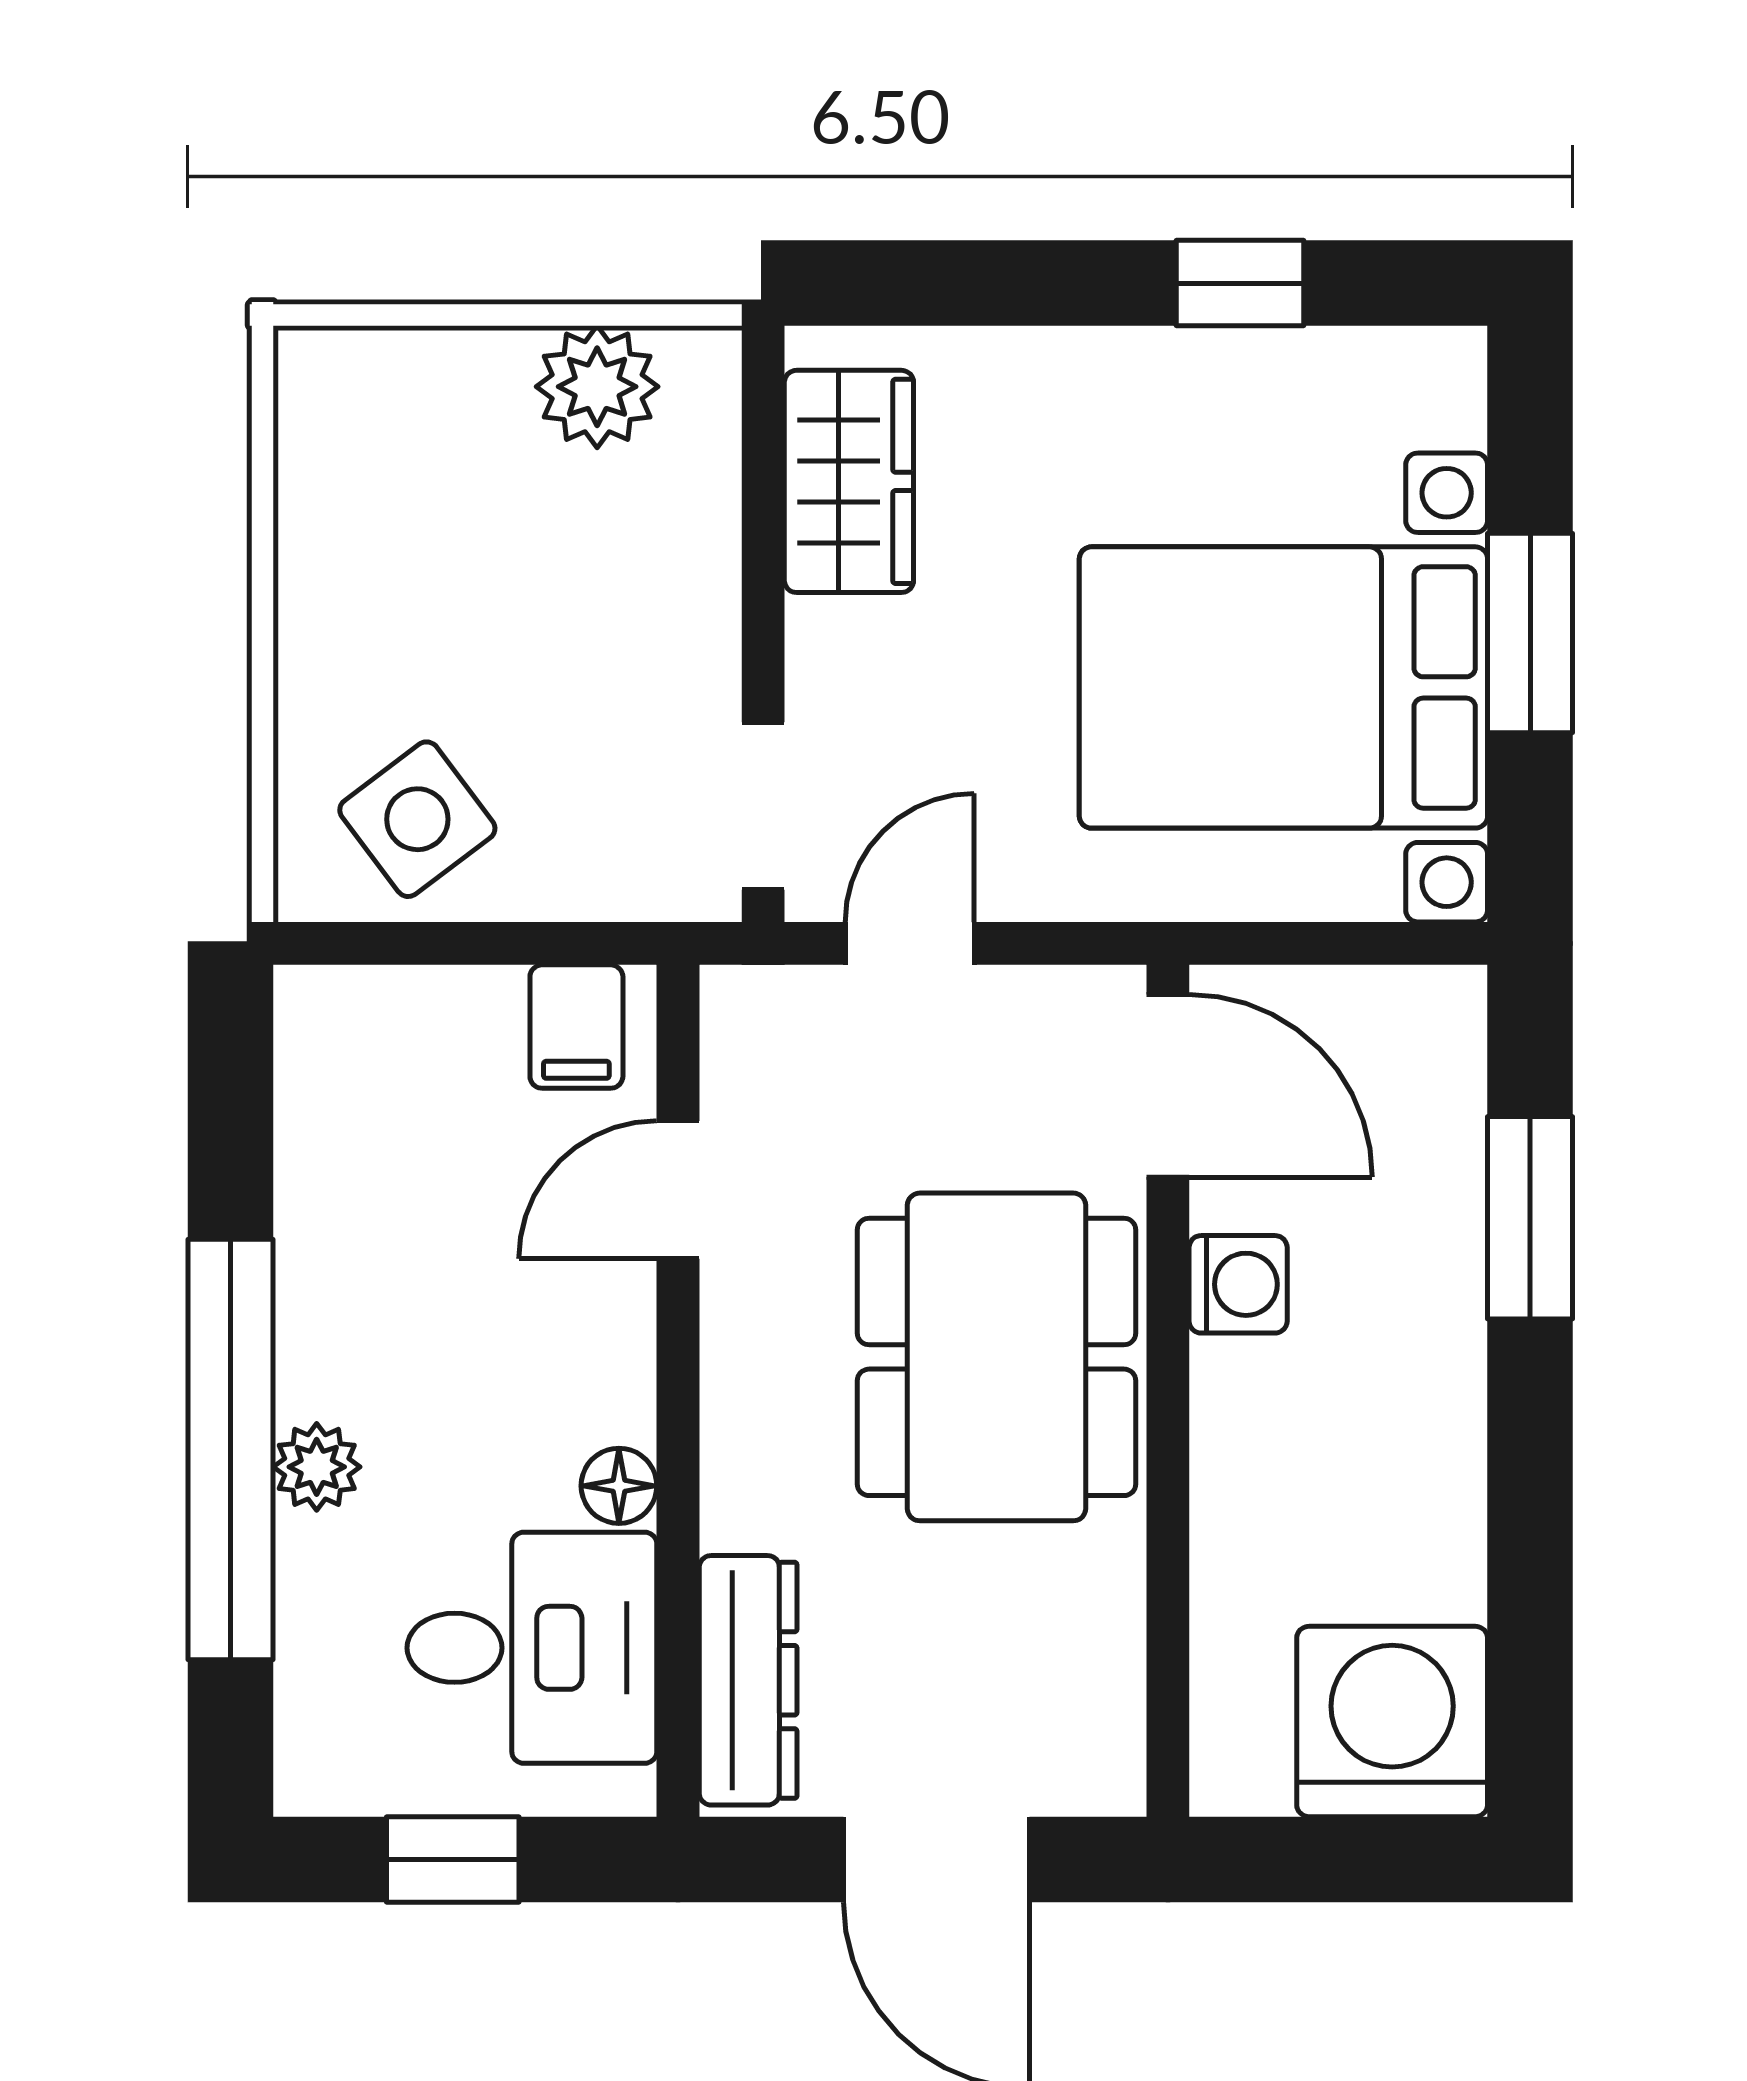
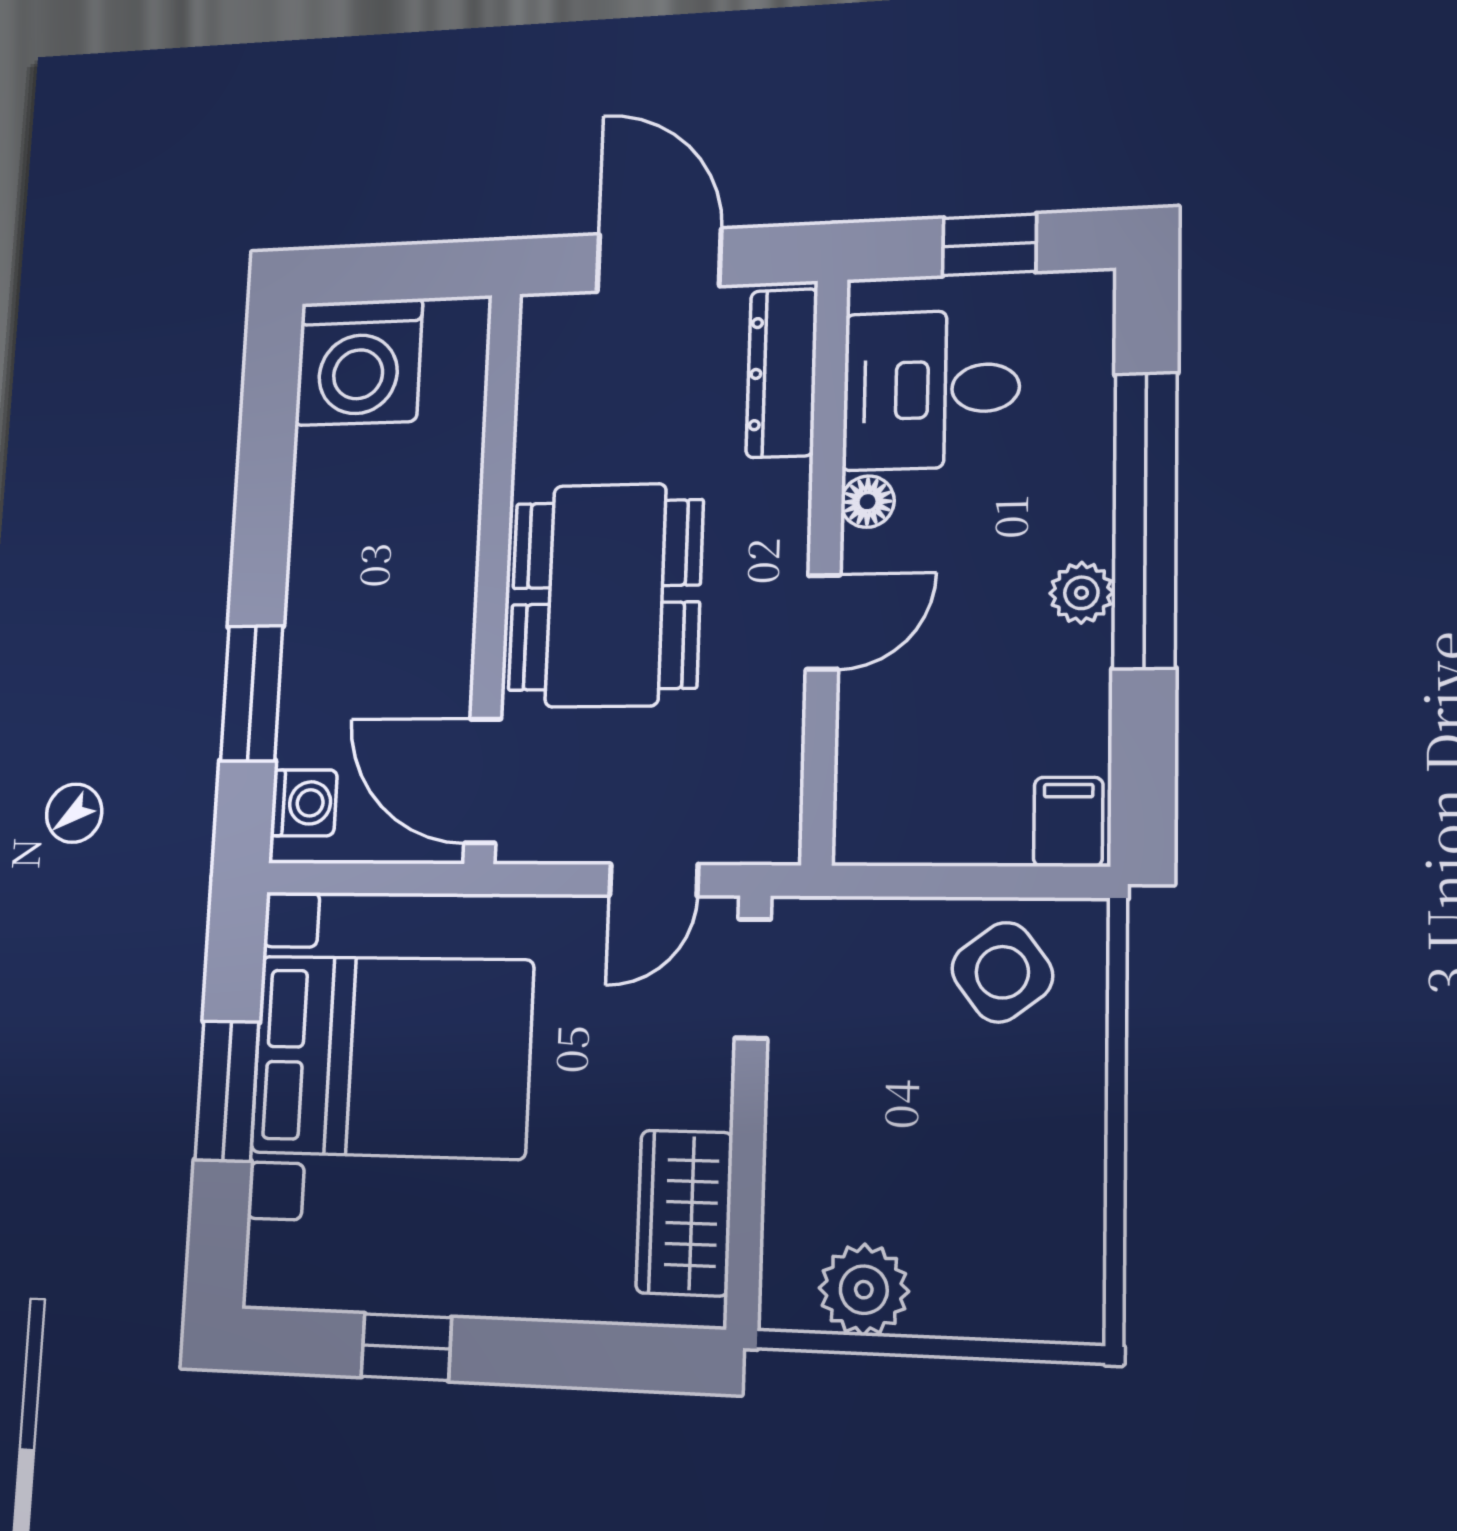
filing cabinet: (576, 1027) -> (1068, 822), moved
door: (678, 1190) -> (823, 622), moved
washing machine: (1238, 1284) -> (304, 803), moved, turned 180
plant: (317, 1467) -> (1081, 593), moved

